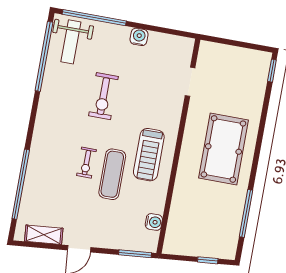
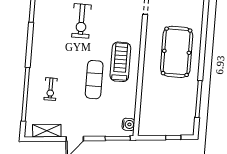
treadmill: (149, 155) -> (120, 62), turned 180
exercise bike: (86, 163) -> (51, 89), moved
water cooler: (154, 222) -> (128, 124), moved

